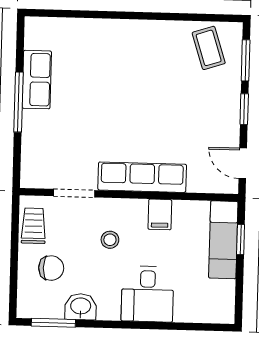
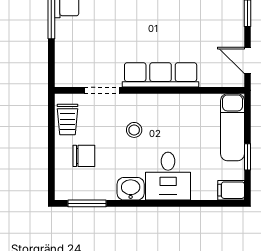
filing cabinet: (160, 214) -> (231, 190), moved, turned 90
trolley: (34, 226) -> (67, 120), turned 180
window: (241, 240) -> (248, 157), moved
washbasin: (81, 307) -> (131, 189), moved

